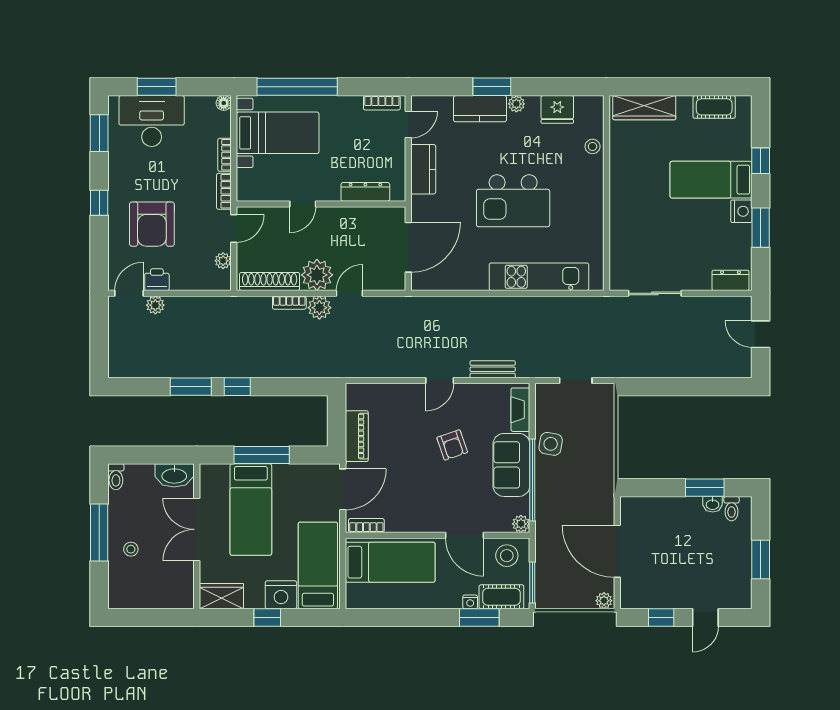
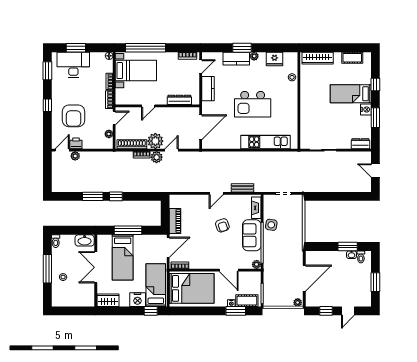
door: (617, 551) -> (304, 278), swing flipped
stool: (507, 556) -> (250, 280), removed
bed: (390, 562) -> (192, 288), width x1.50
window: (267, 618) -> (151, 311), moved

